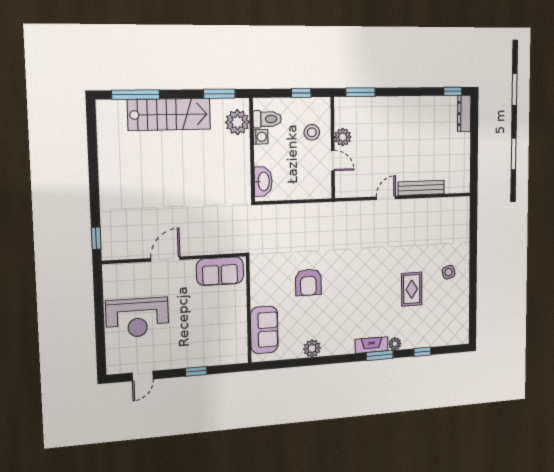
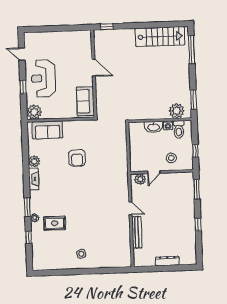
window: (453, 91) -> (198, 224), moved
dresser: (464, 113) -> (167, 261), moved
stairs: (169, 114) -> (160, 37), moved, turned -90
plant: (343, 137) -> (140, 179), moved
washbasin: (263, 181) -> (154, 127), moved
armchair: (308, 282) -> (77, 158), turned -90
rug: (412, 289) -> (55, 223), moved
reception desk: (137, 318) -> (43, 78), moved
fireplace: (372, 345) -> (34, 179), moved
plant: (236, 352) -> (34, 112), added

